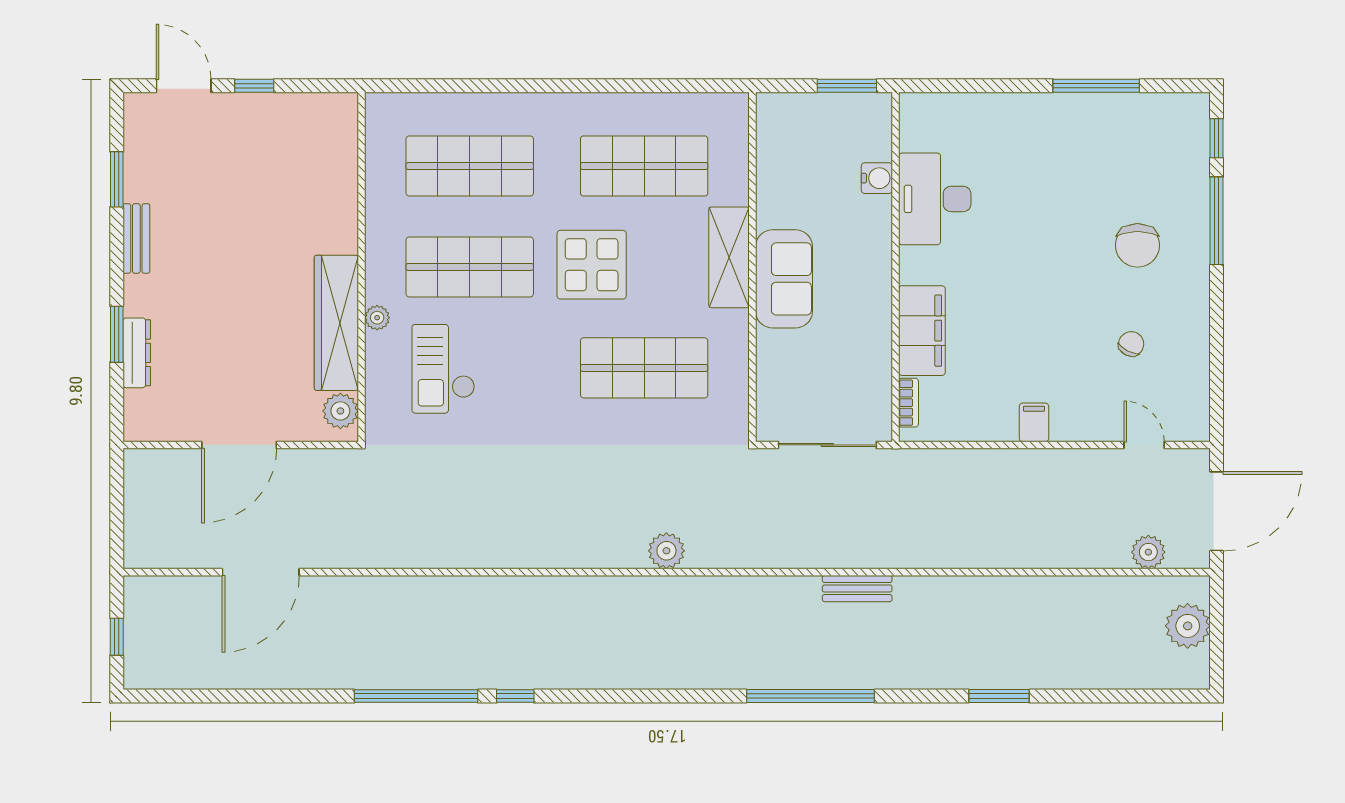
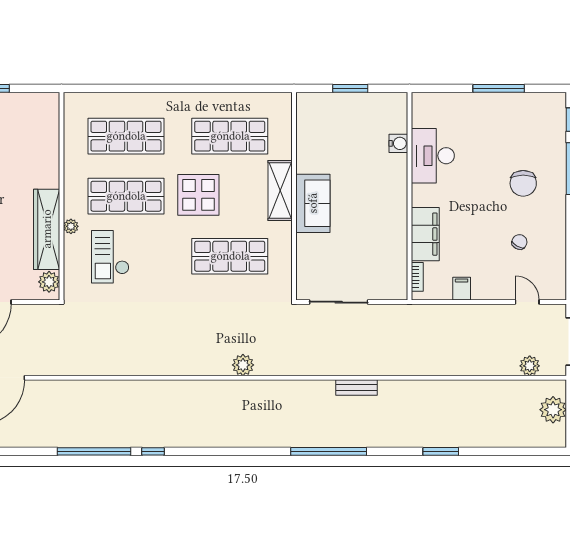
water cooler: (877, 178) -> (398, 143), moved
desk: (935, 199) -> (433, 156), moved
wall: (895, 267) -> (409, 196), moved
filing cabinet: (922, 331) -> (425, 234), moved
bookcase: (908, 403) -> (417, 277), moved

